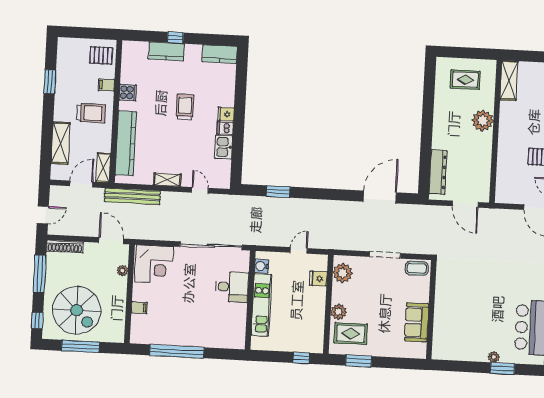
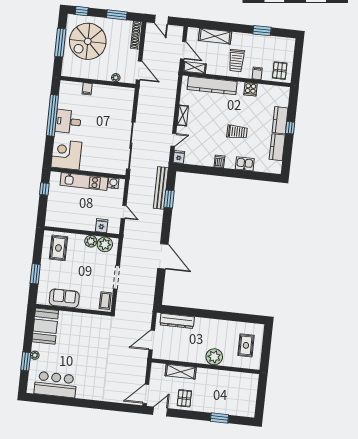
kitchen counter: (220, 54) -> (277, 147), moved
shelving: (509, 80) -> (181, 372), moved
fridge: (226, 114) -> (179, 157), moved
kitchen sink: (224, 147) -> (245, 164), moved
bench: (132, 196) -> (161, 188), moved
door: (380, 197) -> (163, 256), moved
door: (111, 241) -> (139, 70), hinge flipped
corner desk: (154, 264) -> (66, 155), moved, turned 90
window: (40, 274) -> (117, 15), width x0.69
desk: (232, 287) -> (68, 122), moved, turned 90
plant: (339, 312) -> (91, 241), moved
booth: (455, 345) -> (45, 326), added
window: (301, 358) -> (44, 189), moved
window: (359, 361) -> (35, 274), moved

